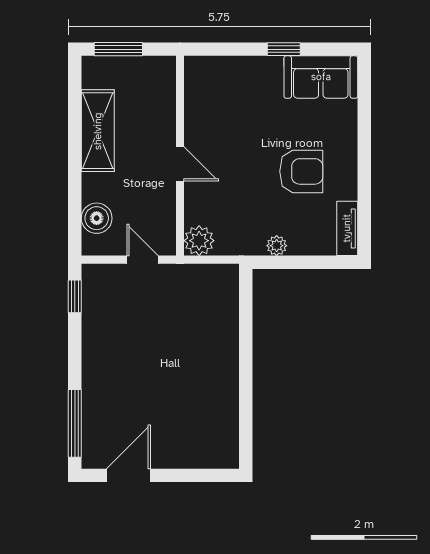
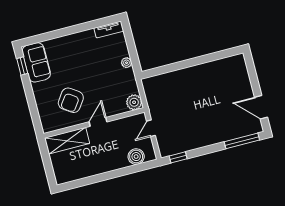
window: (118, 49) -> (49, 168), removed
window: (284, 49) -> (22, 66), moved
shelving: (98, 131) -> (67, 141), moved
armchair: (301, 171) -> (71, 100), moved, turned -145

